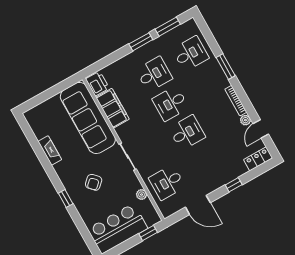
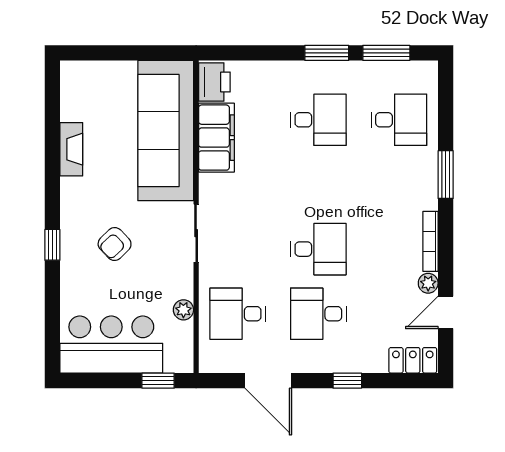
desk: (171, 103) -> (318, 314), moved

